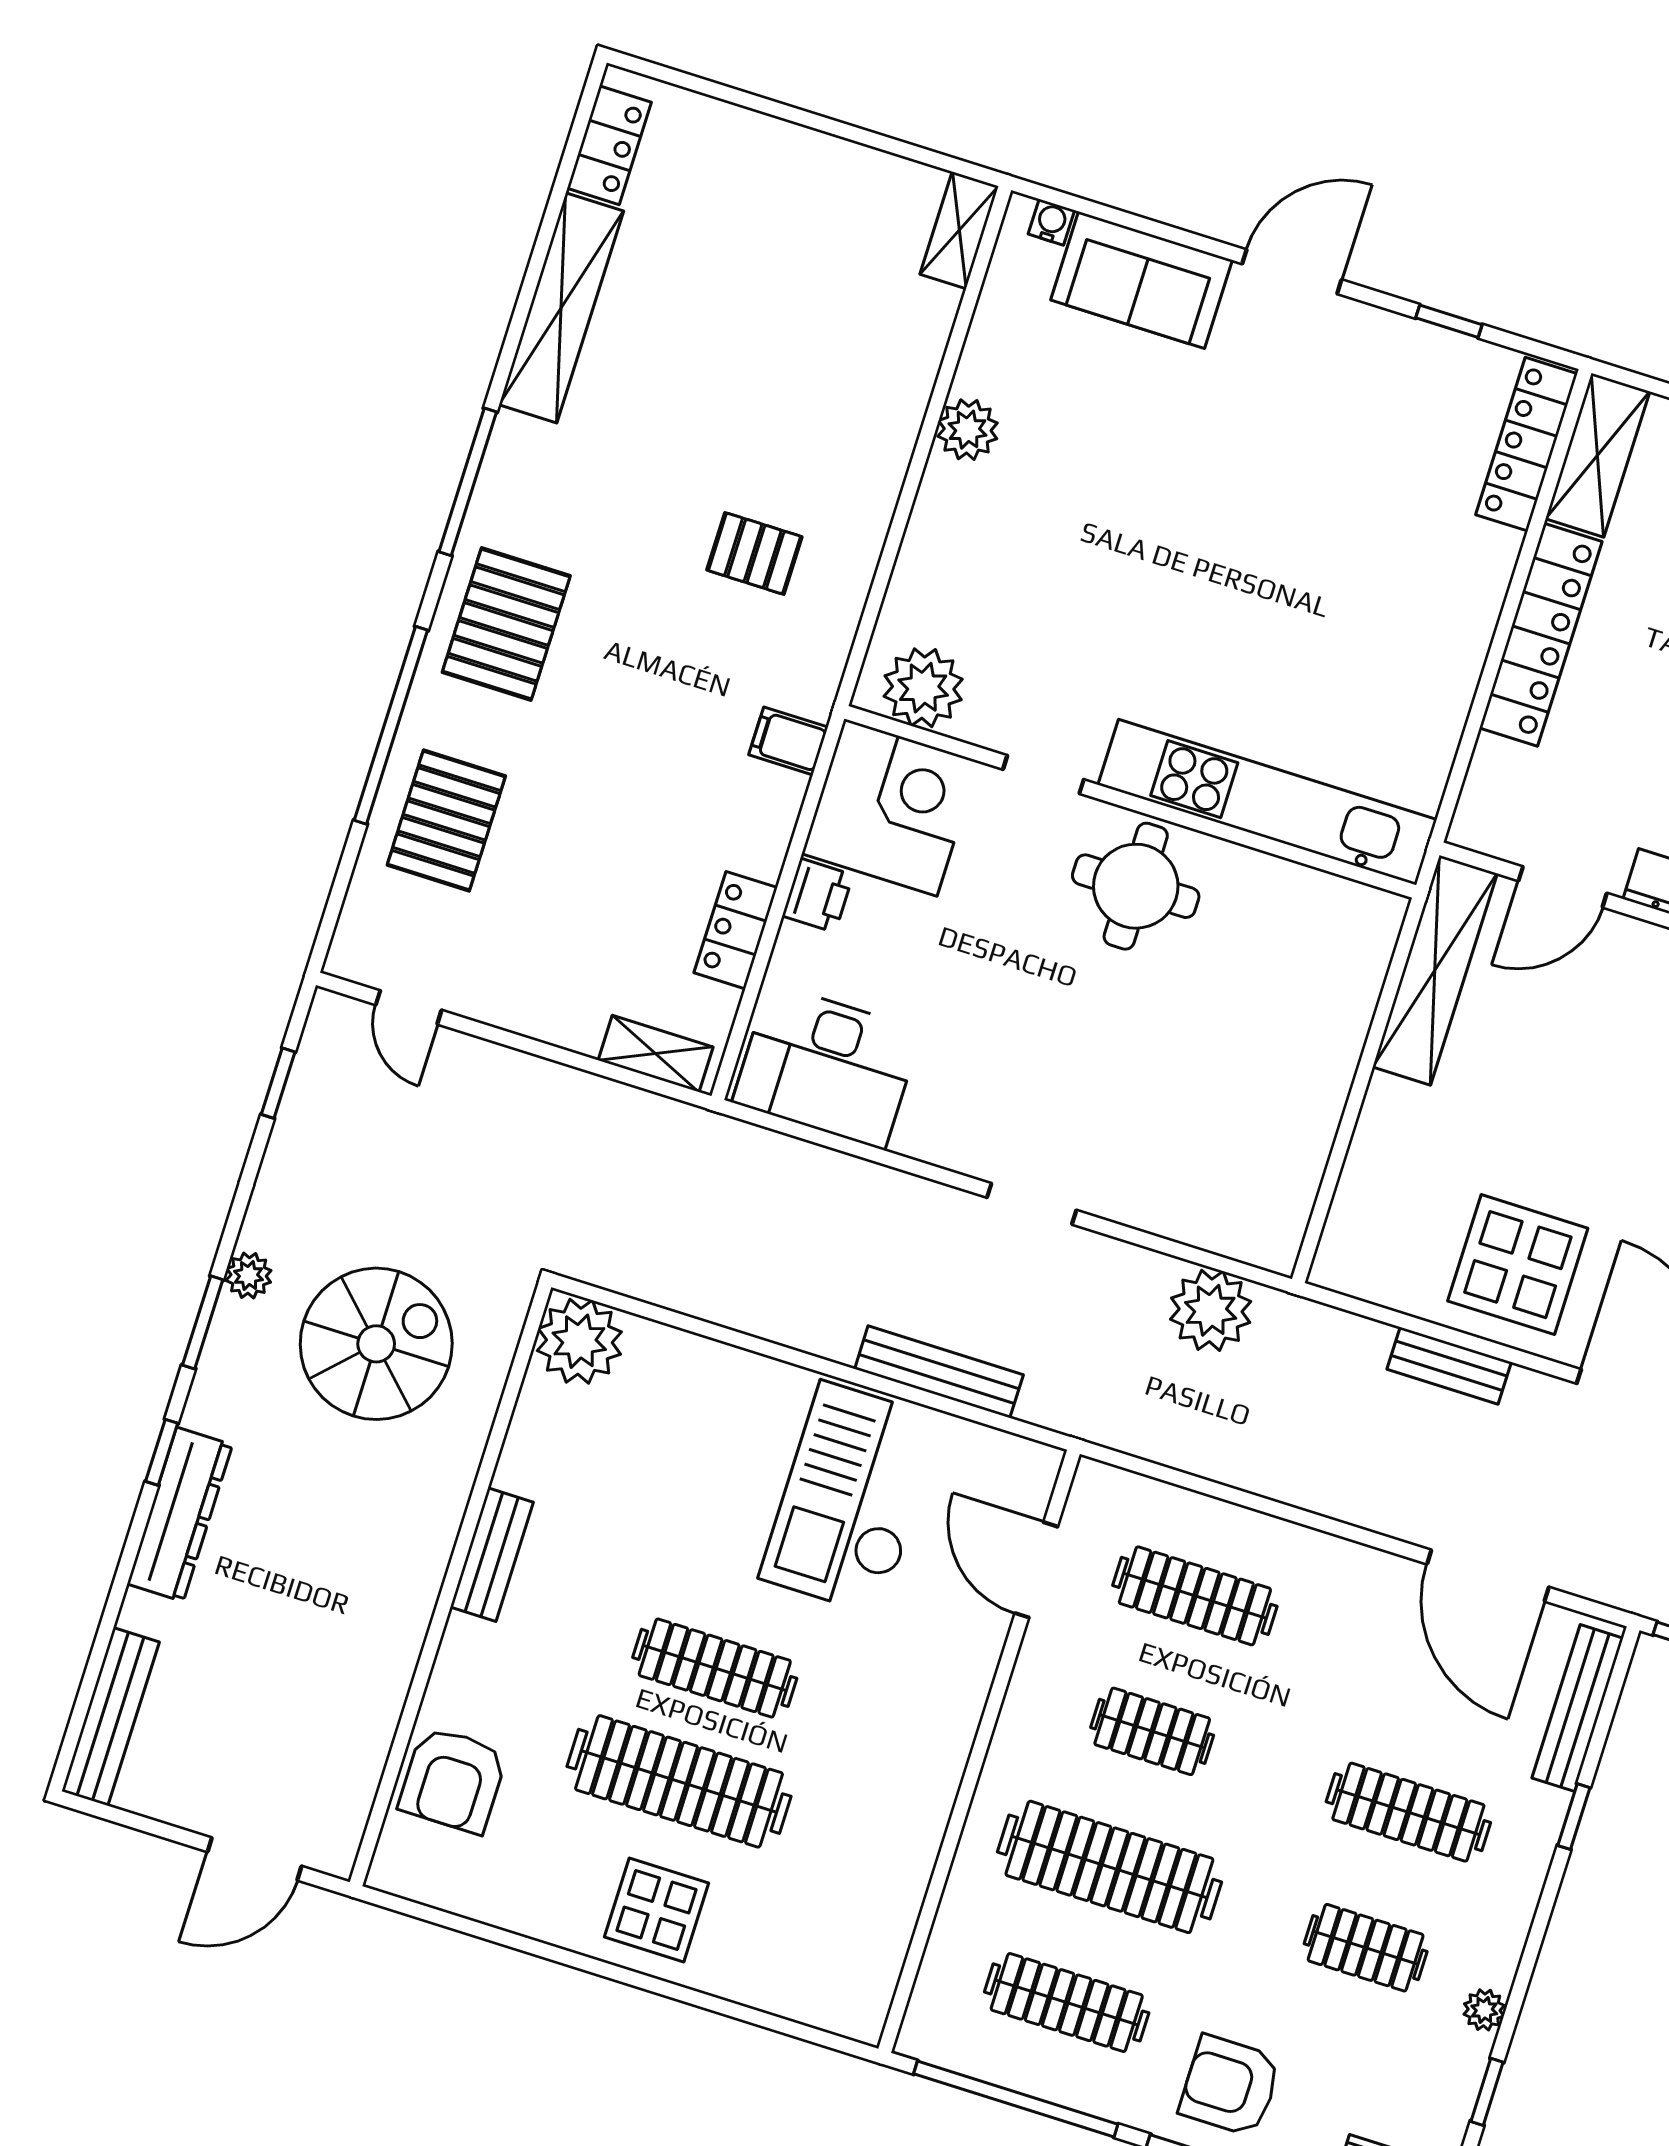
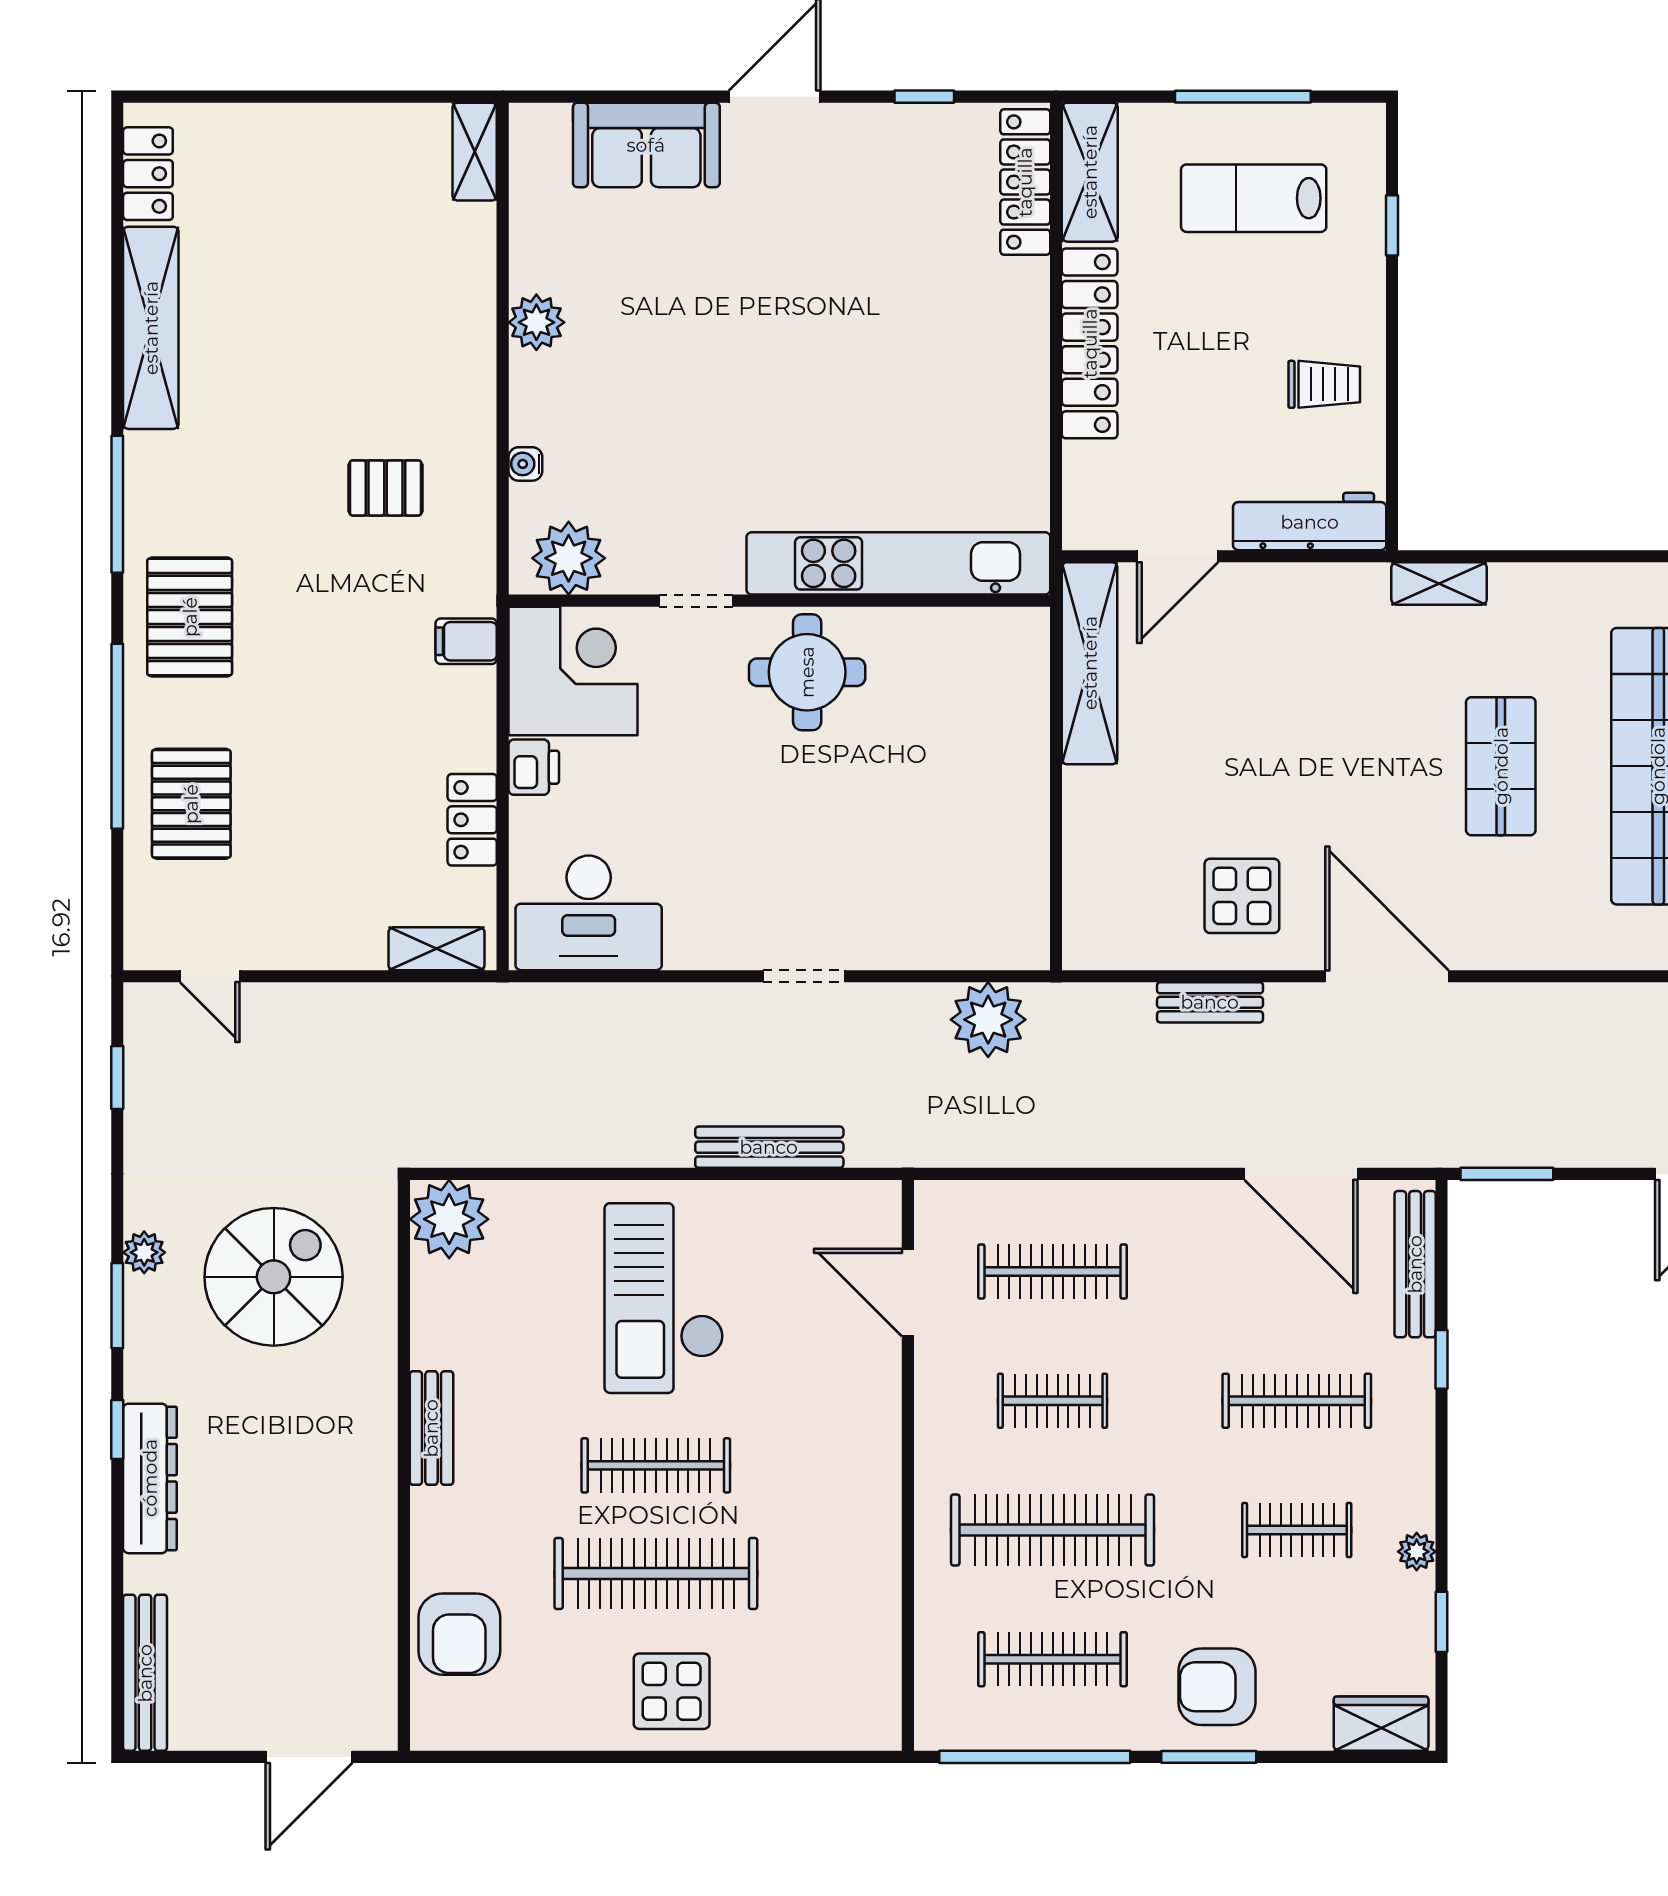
water cooler: (1051, 222) -> (525, 464), moved, turned -90
display table: (1518, 1265) -> (1242, 896), width x0.73, depth x0.73
checkout: (851, 1498) -> (664, 1298), moved

